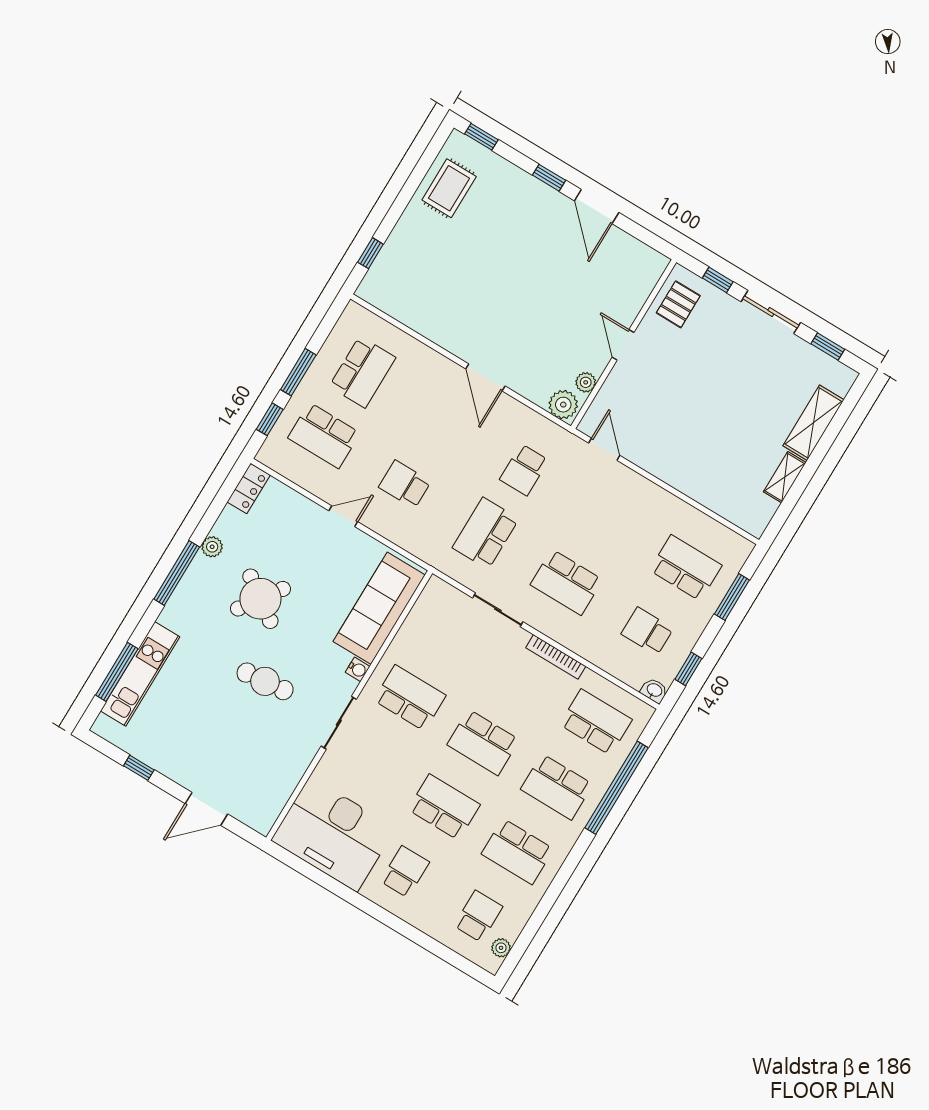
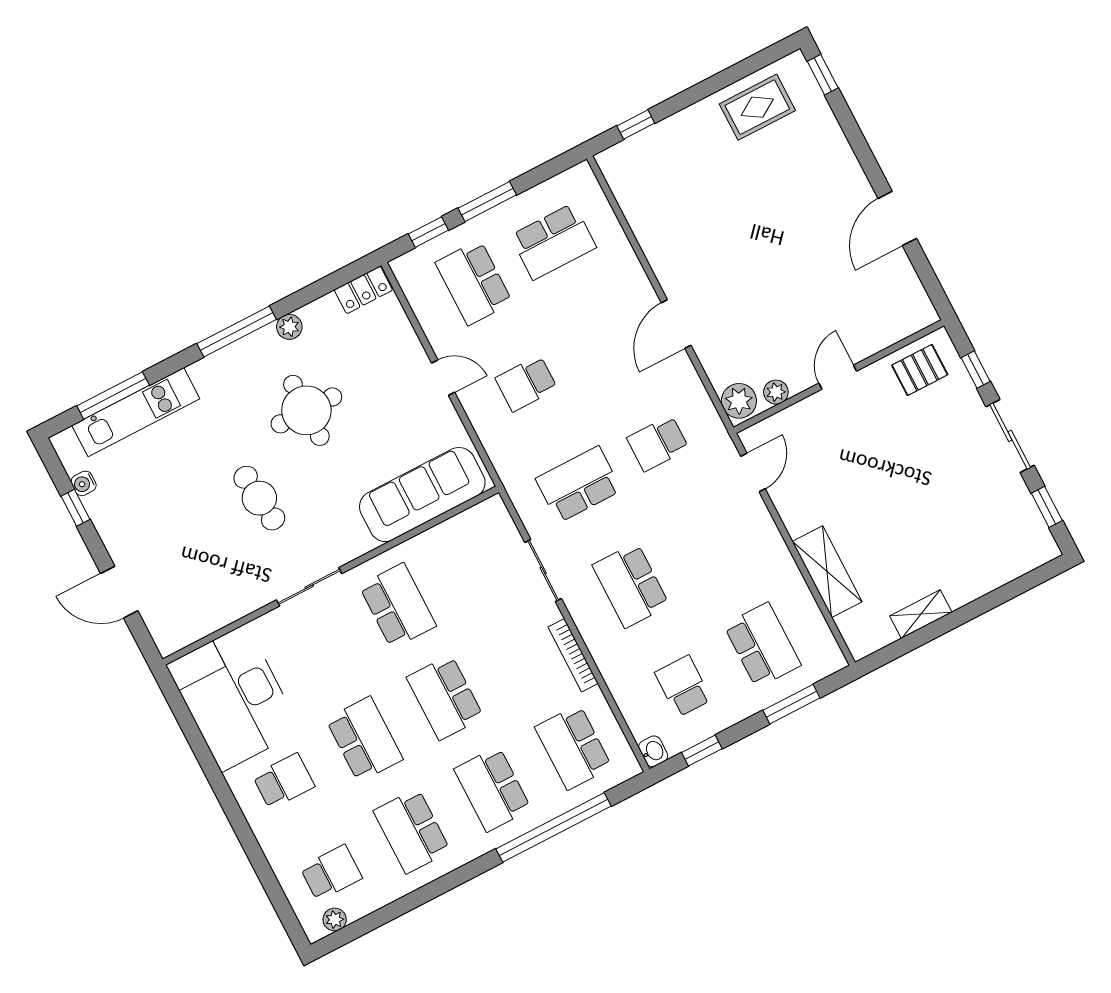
window: (549, 178) -> (866, 159), removed
shelving: (813, 423) -> (827, 572), moved, turned 90
school desk: (405, 484) -> (526, 383), turned -90
round table: (260, 599) -> (306, 410), turned -35
water cooler: (358, 669) -> (84, 483), moved, turned 90
school desk: (596, 722) -> (573, 747), turned 180

